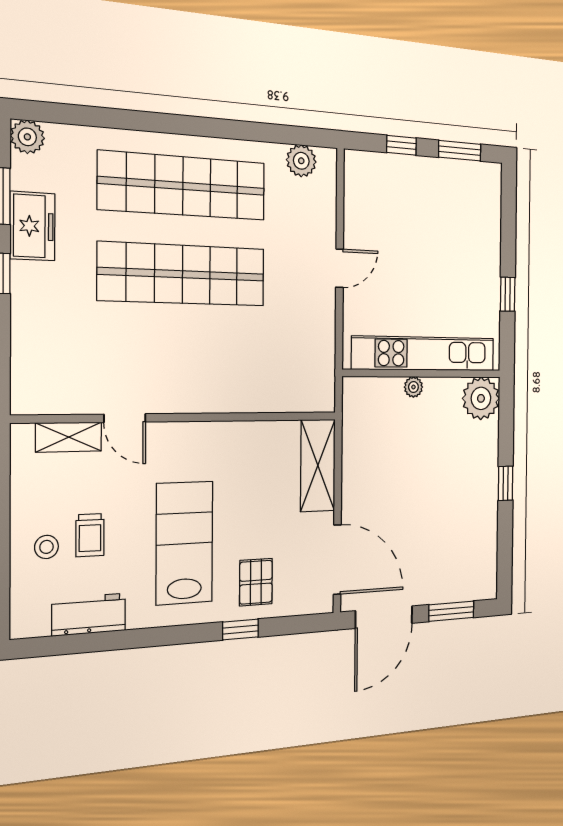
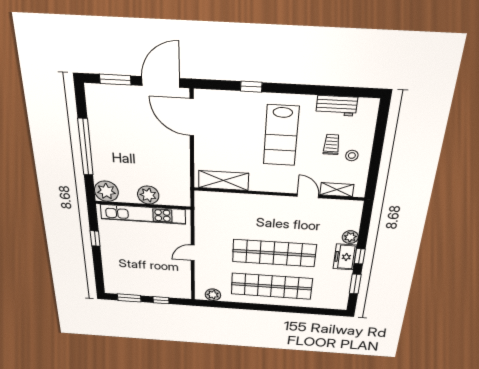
plant: (27, 137) -> (350, 237), moved
freezer: (32, 226) -> (345, 257), moved
plant: (413, 387) -> (148, 195), width x1.87, depth x1.87
shelving: (318, 465) -> (223, 180), moved, turned 90
window: (506, 483) -> (86, 147), width x3.17
stool: (46, 547) -> (352, 156), moved
pallet: (256, 582) -> (241, 111), removed

